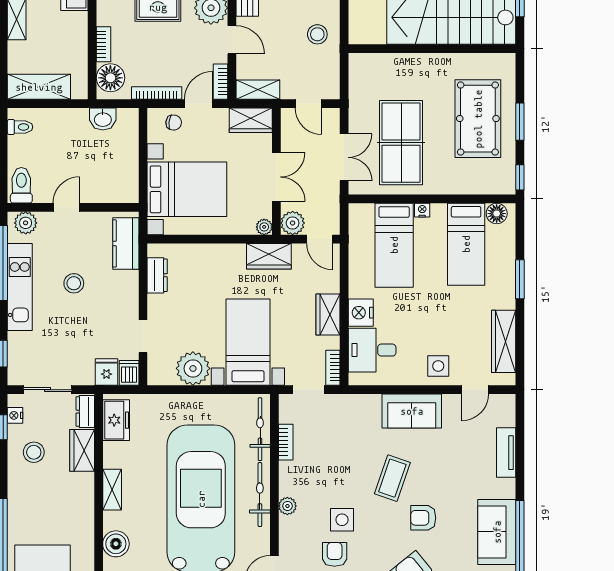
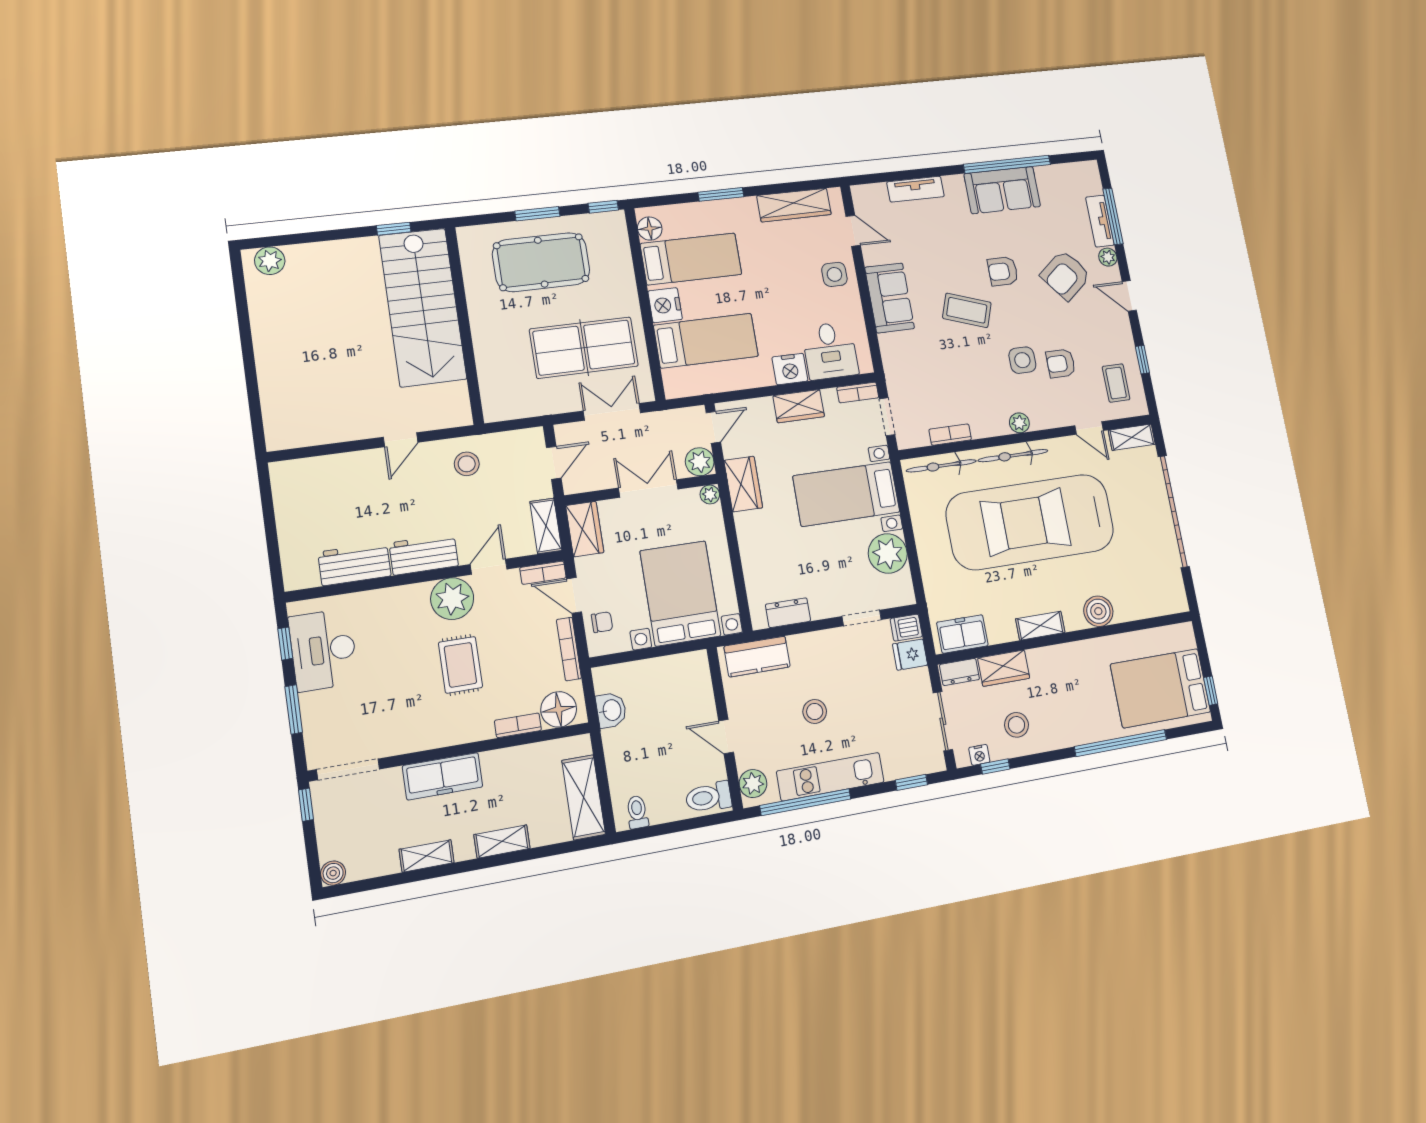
chair: (174, 123) -> (602, 622), turned 83
nightstand: (422, 210) -> (665, 305), width x1.89, depth x1.79
armchair: (423, 518) -> (1003, 271), turned 90

